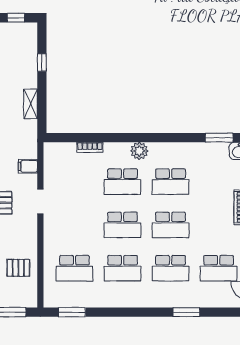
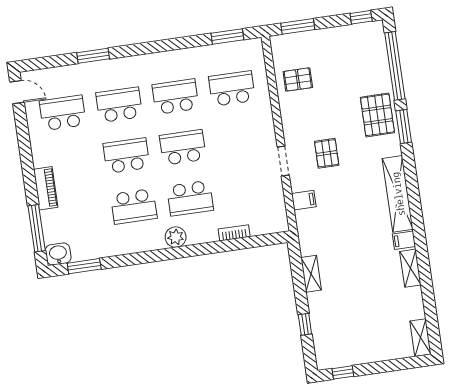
school desk: (123, 182) -> (190, 198), turned 180
school desk: (171, 182) -> (134, 206), turned 180

